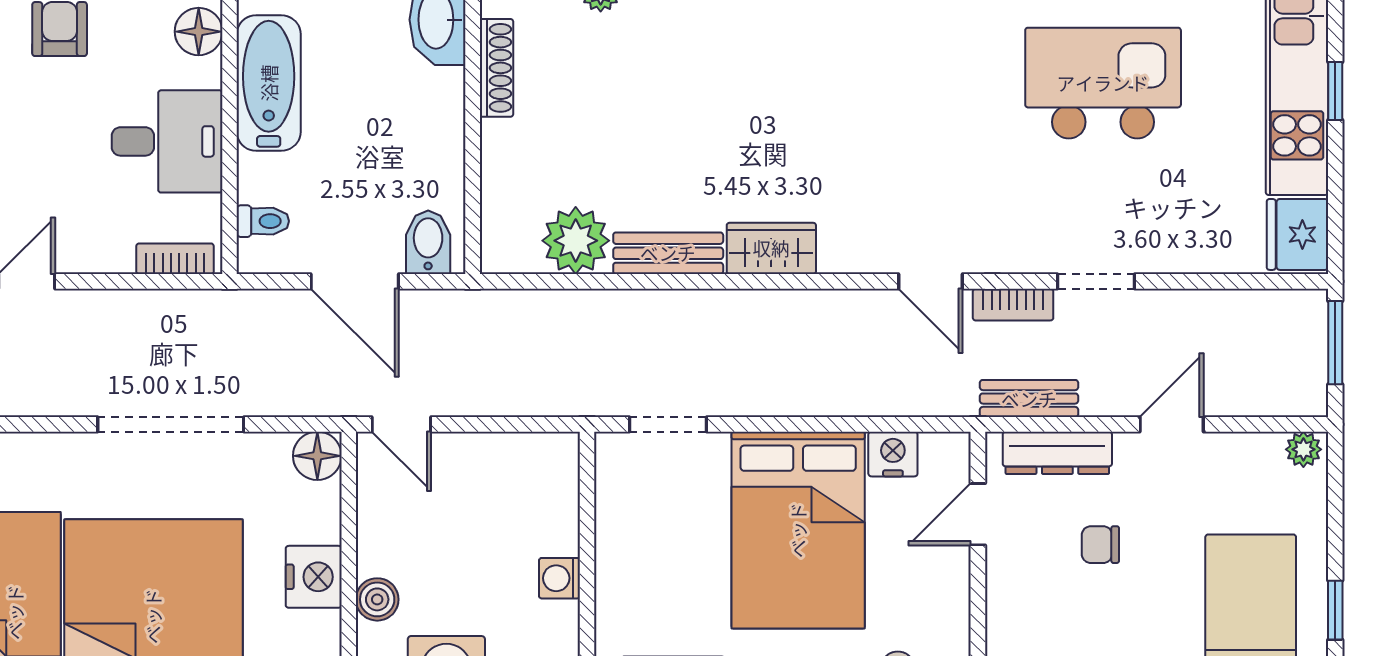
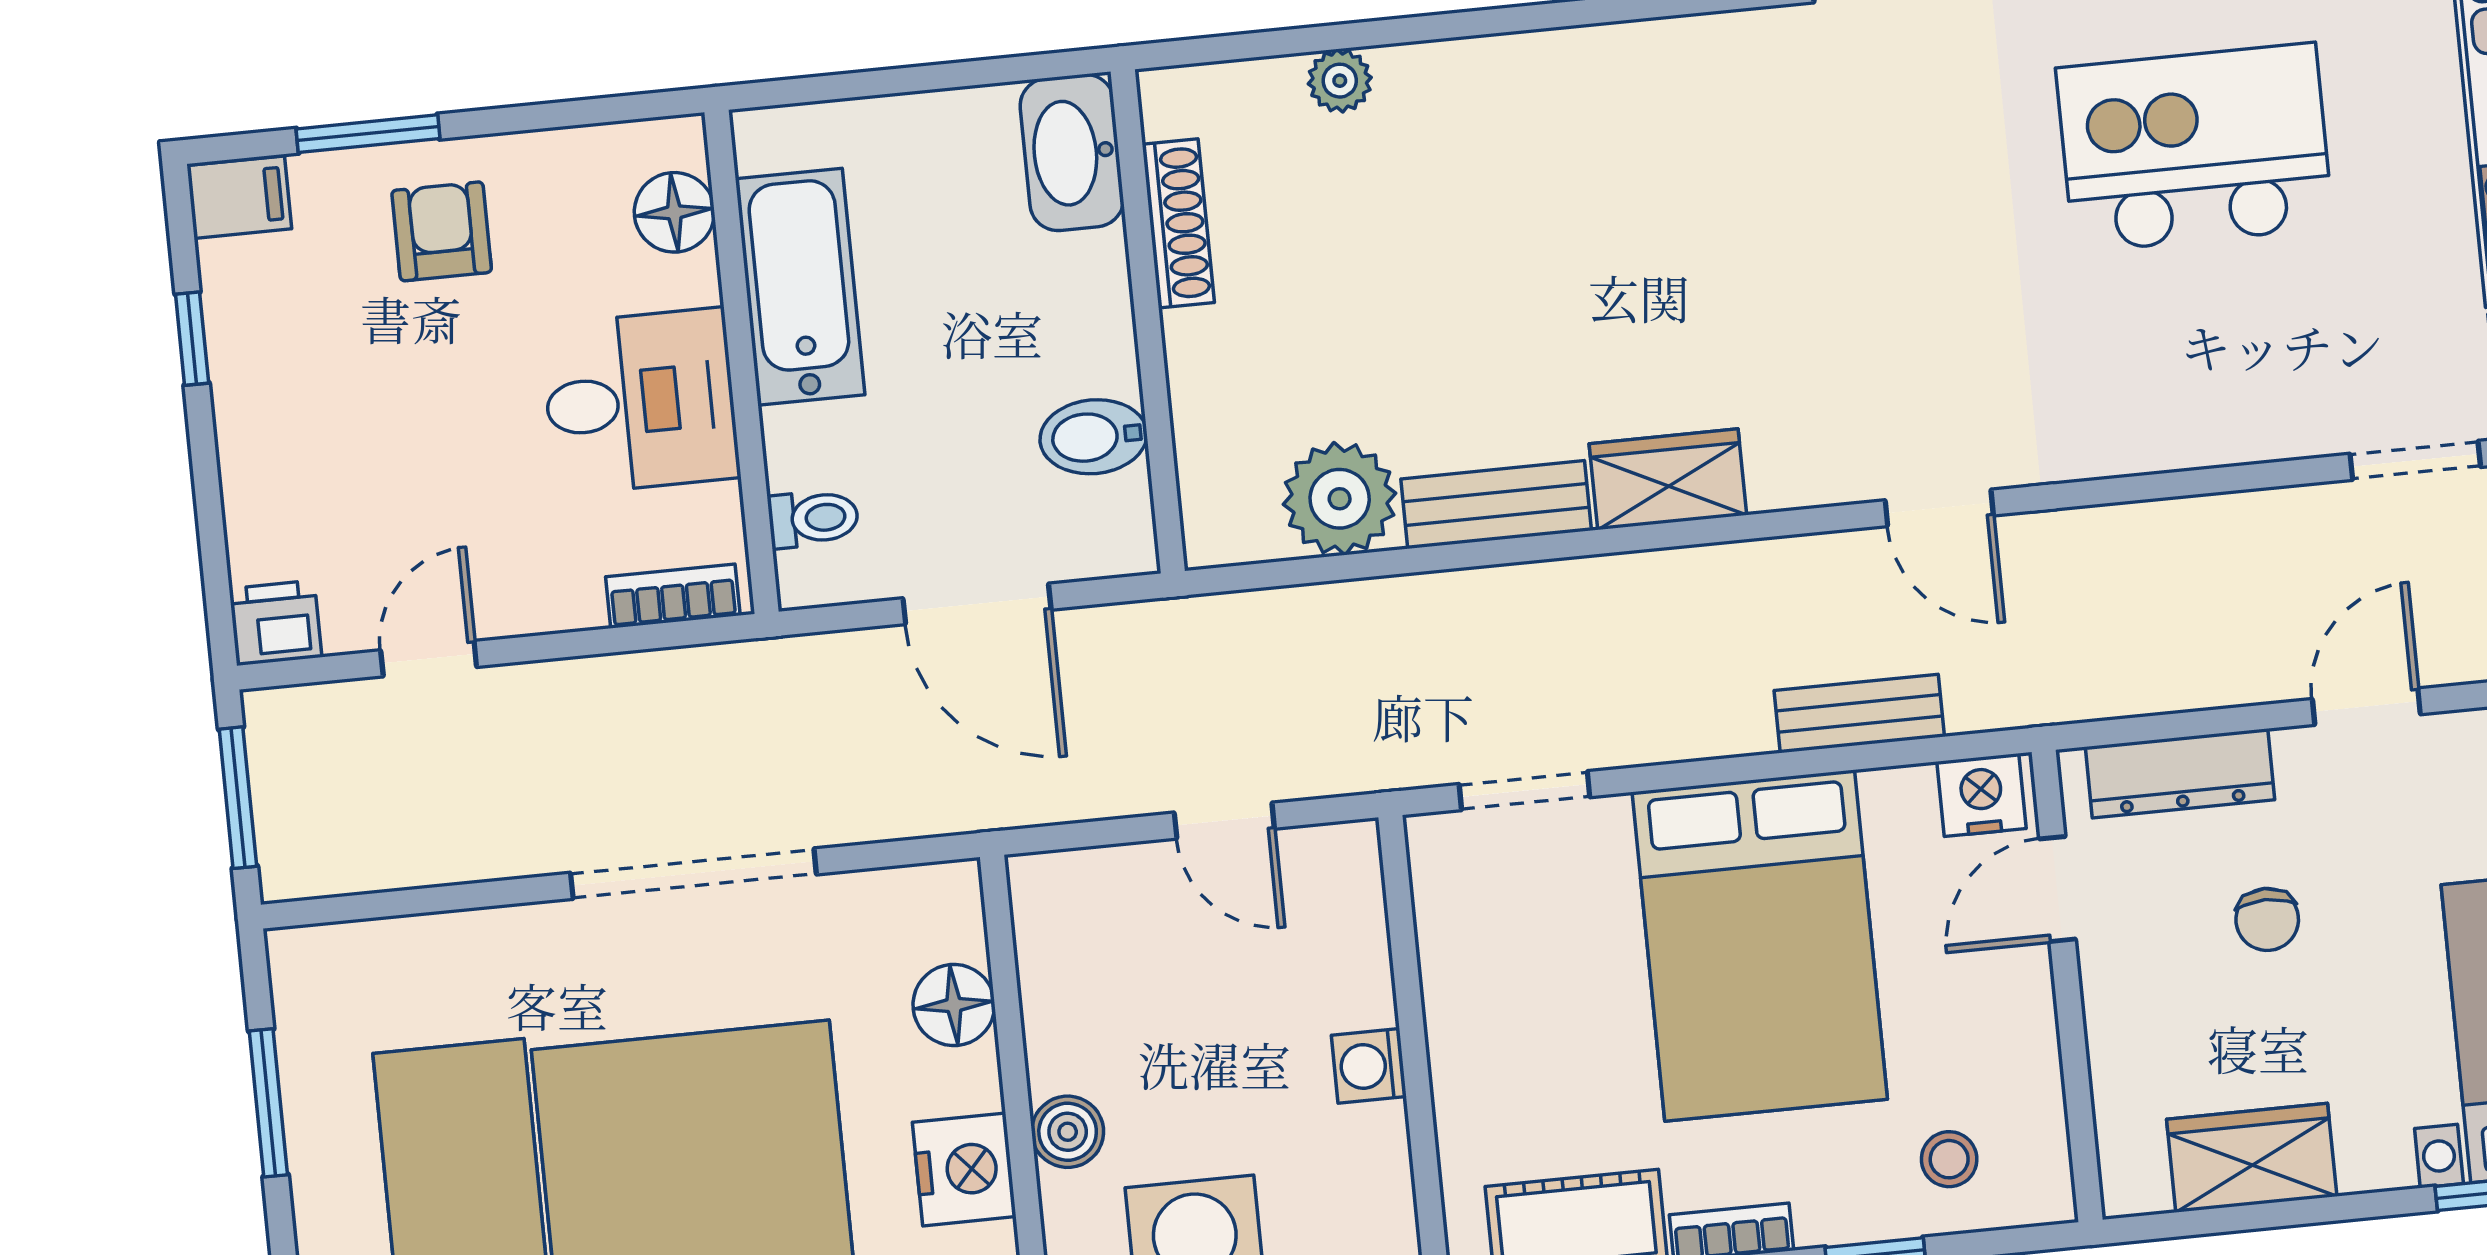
bidet: (428, 242) -> (1093, 437), moved, turned -90
doorway: (1096, 281) -> (2415, 460), moved
bookcase: (1013, 305) -> (2081, 533), removed
bench: (1029, 399) -> (1859, 714), moved
door: (401, 424) -> (1224, 821), moved
nightstand: (893, 454) -> (1981, 795), moved
floor lamp: (317, 456) -> (954, 1005), moved
chair: (1100, 545) -> (2267, 919), turned -90
nightstand: (314, 577) -> (964, 1169), moved

